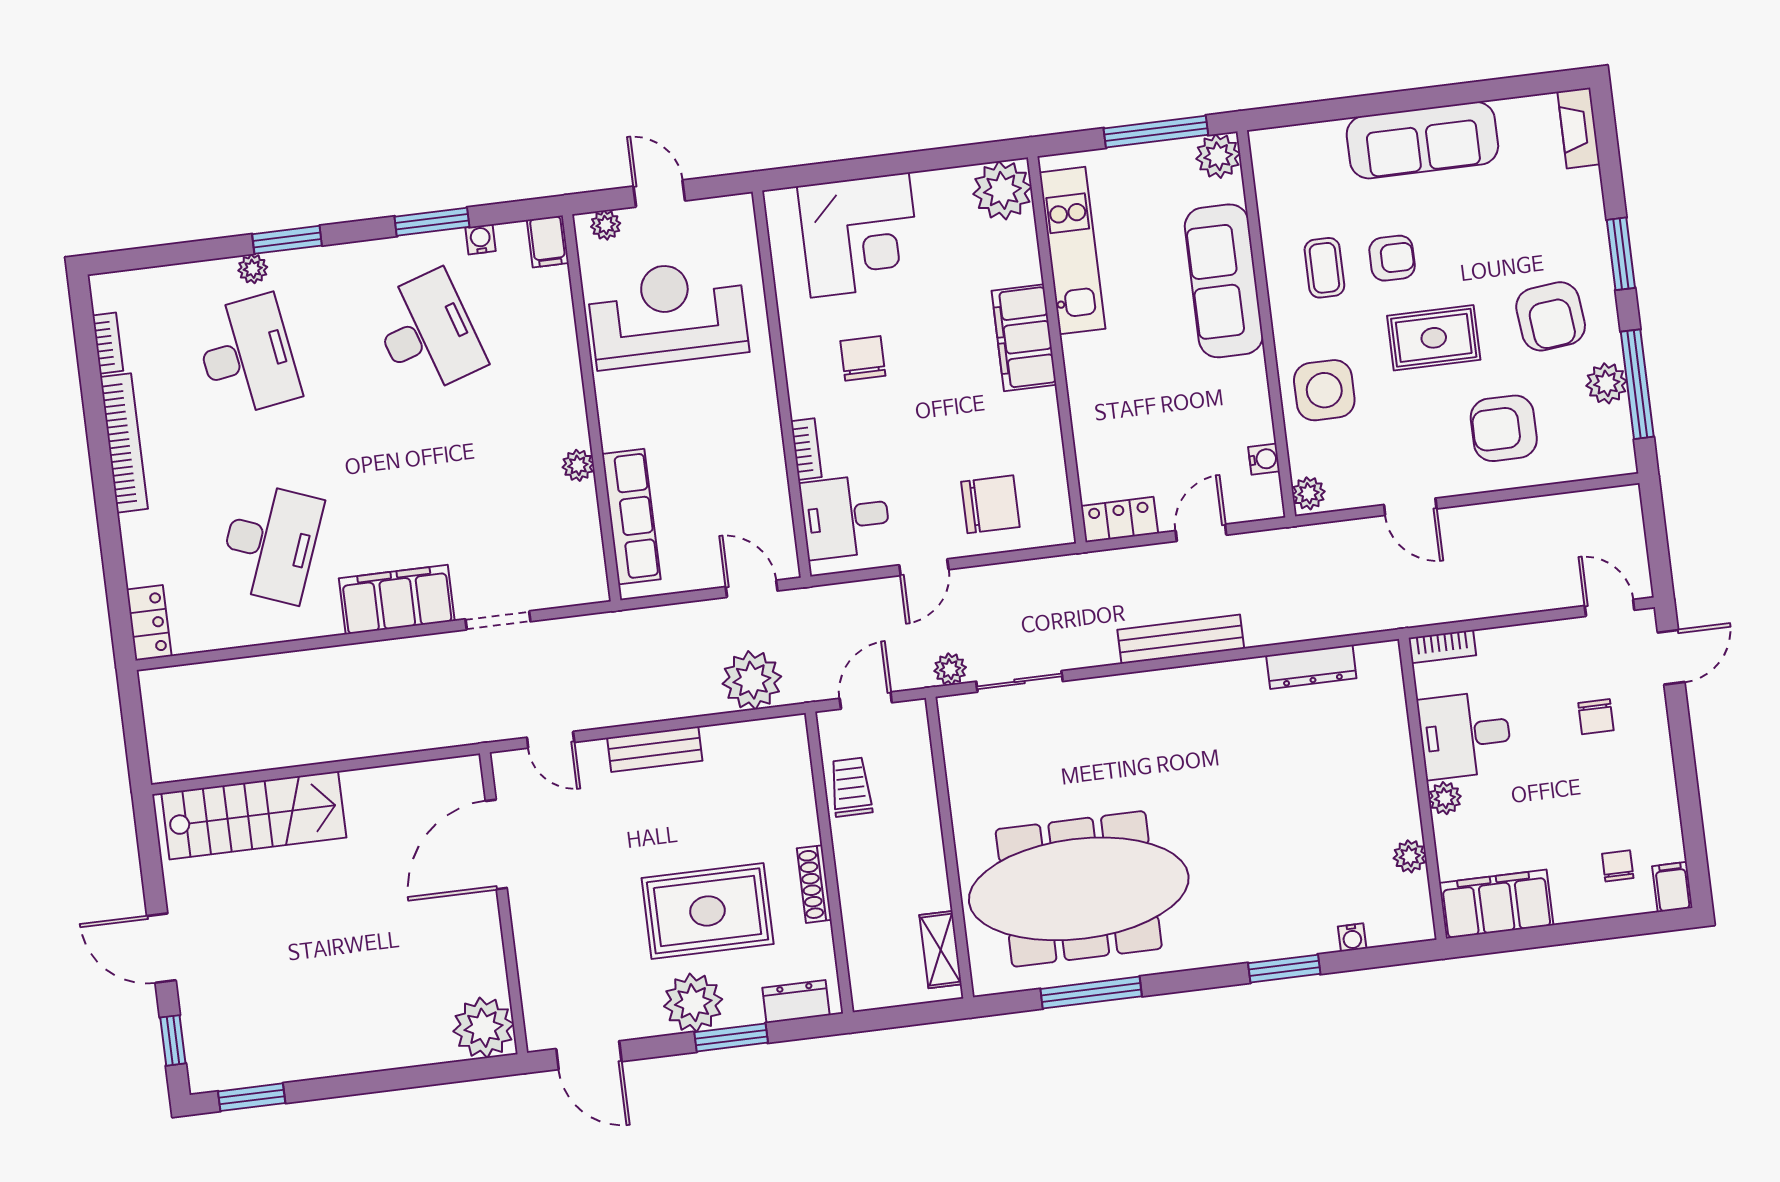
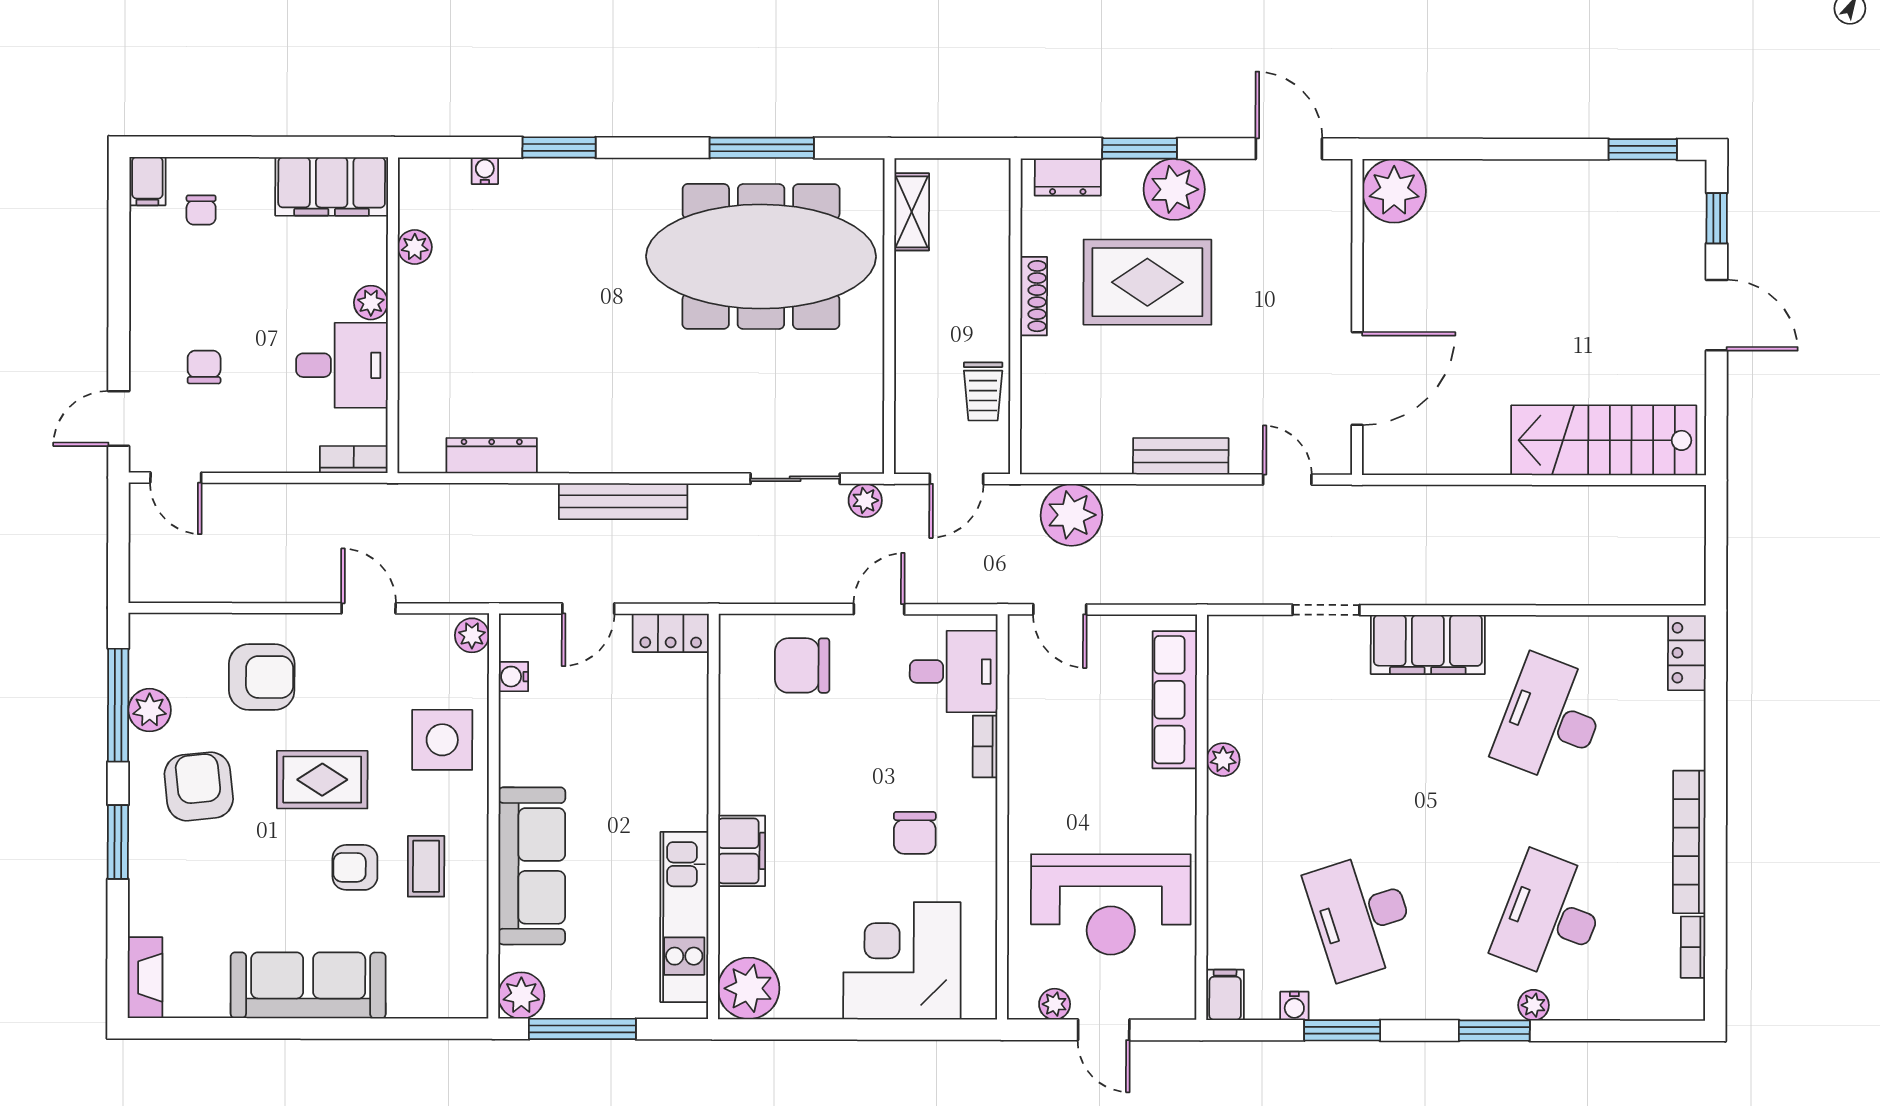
plant: (606, 225) -> (1055, 1004), moved
filing cabinet: (1024, 338) -> (742, 851), width x0.67, depth x0.86
desk: (247, 356) -> (1551, 916), turned 30

